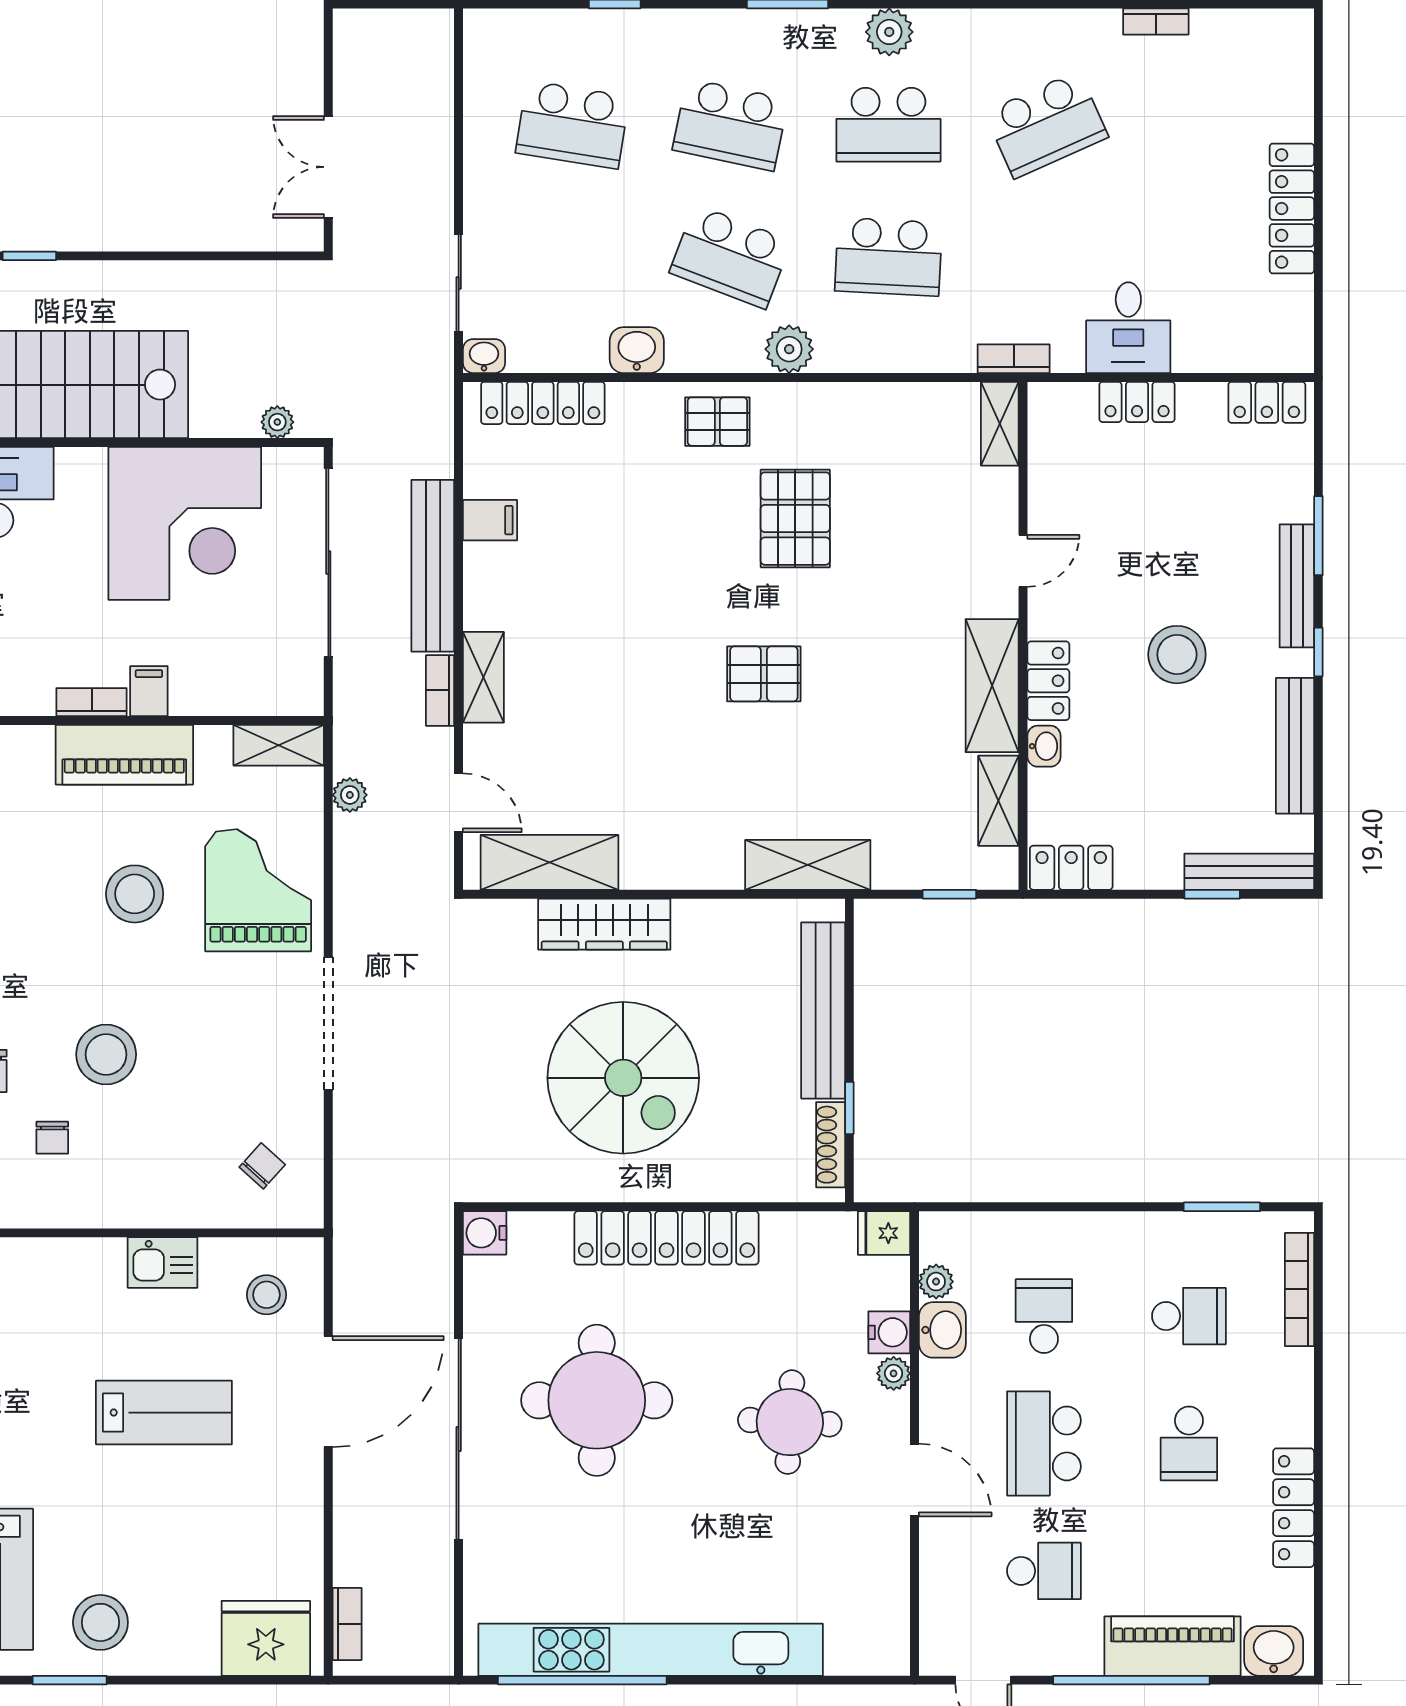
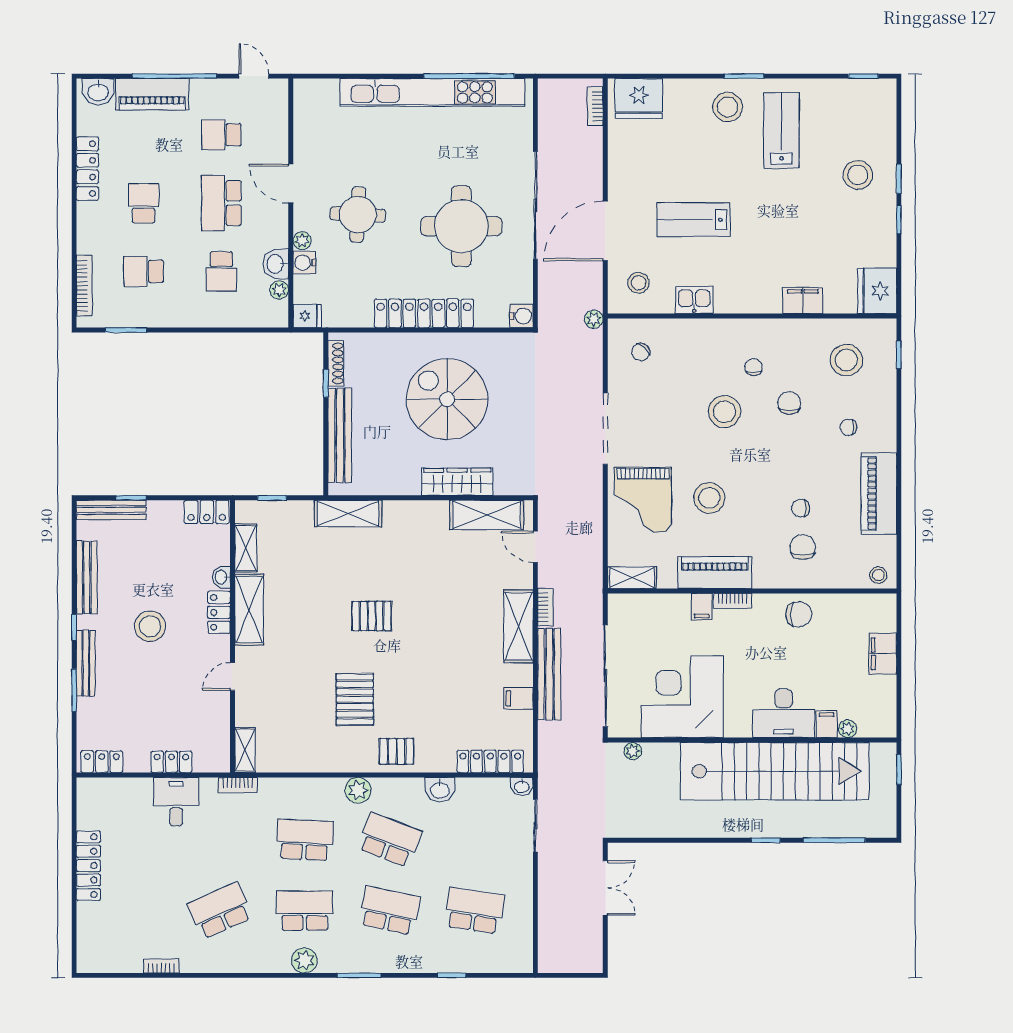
shelving: (483, 677) -> (518, 626), width x1.50, depth x1.33
plant: (350, 795) -> (594, 319), moved
school desk: (1044, 1443) -> (221, 203), turned 180

